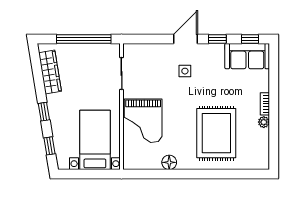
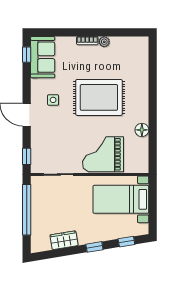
window: (217, 39) -> (27, 156), moved
side table: (185, 71) -> (53, 100), moved
wardrobe: (50, 72) -> (64, 240), width x0.67
grand piano: (143, 121) -> (103, 154), turned 180
rug: (216, 133) -> (99, 97), moved

